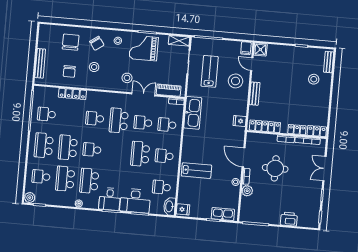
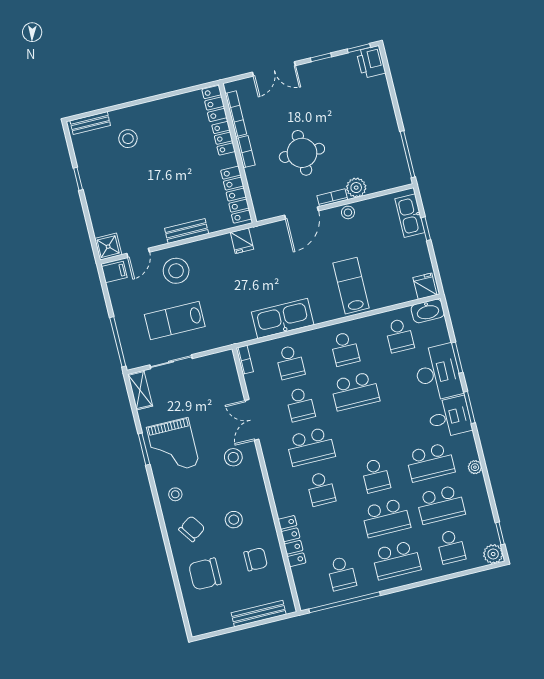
piano: (169, 90) -> (230, 379), removed
kitchen sink: (193, 113) -> (283, 318), moved
printer: (289, 219) -> (371, 62), moved

